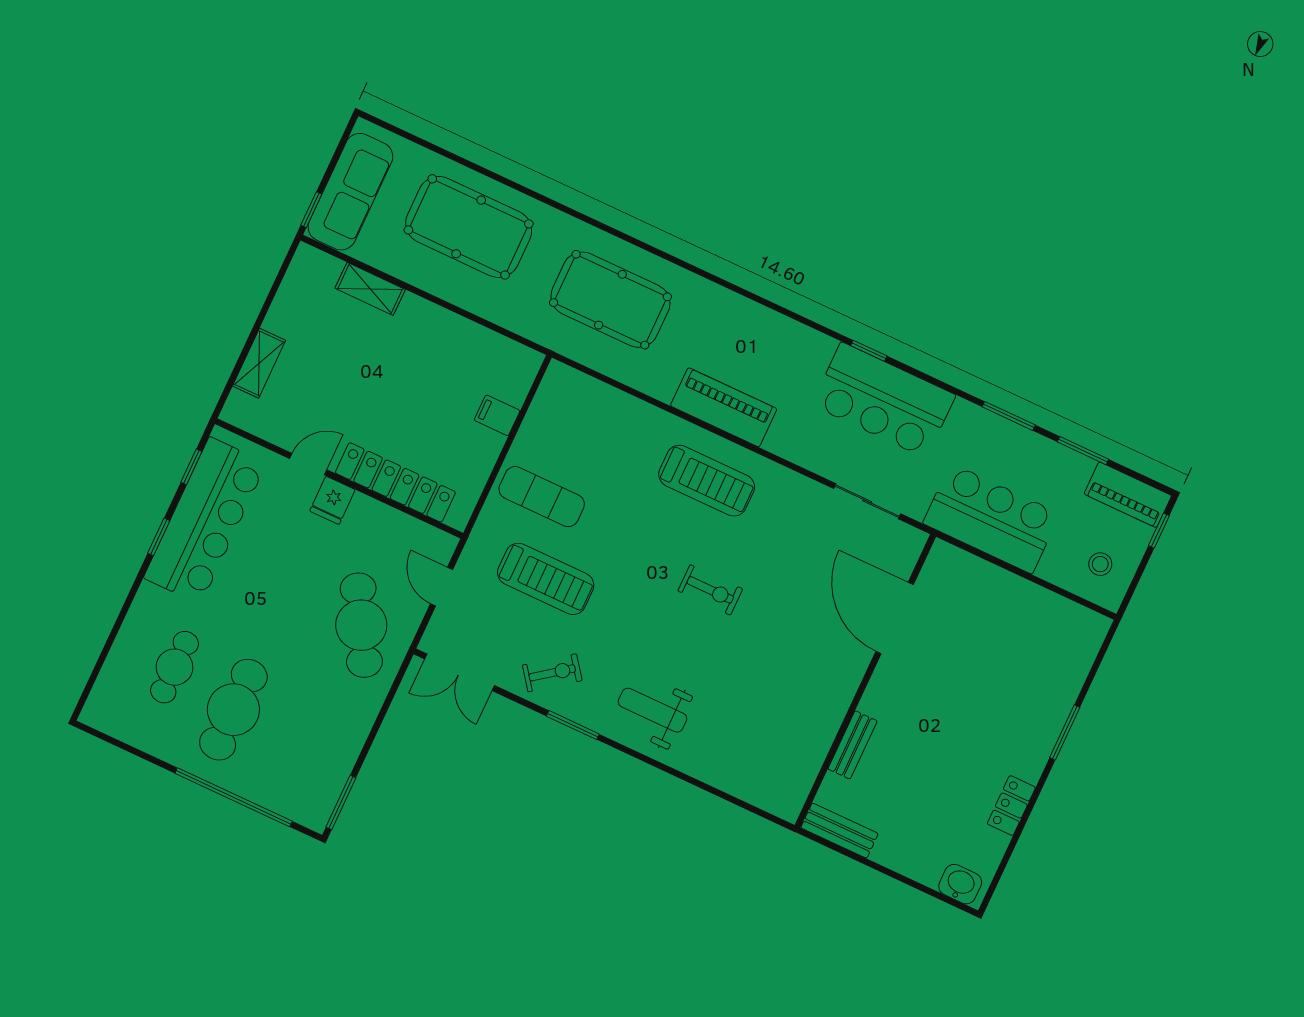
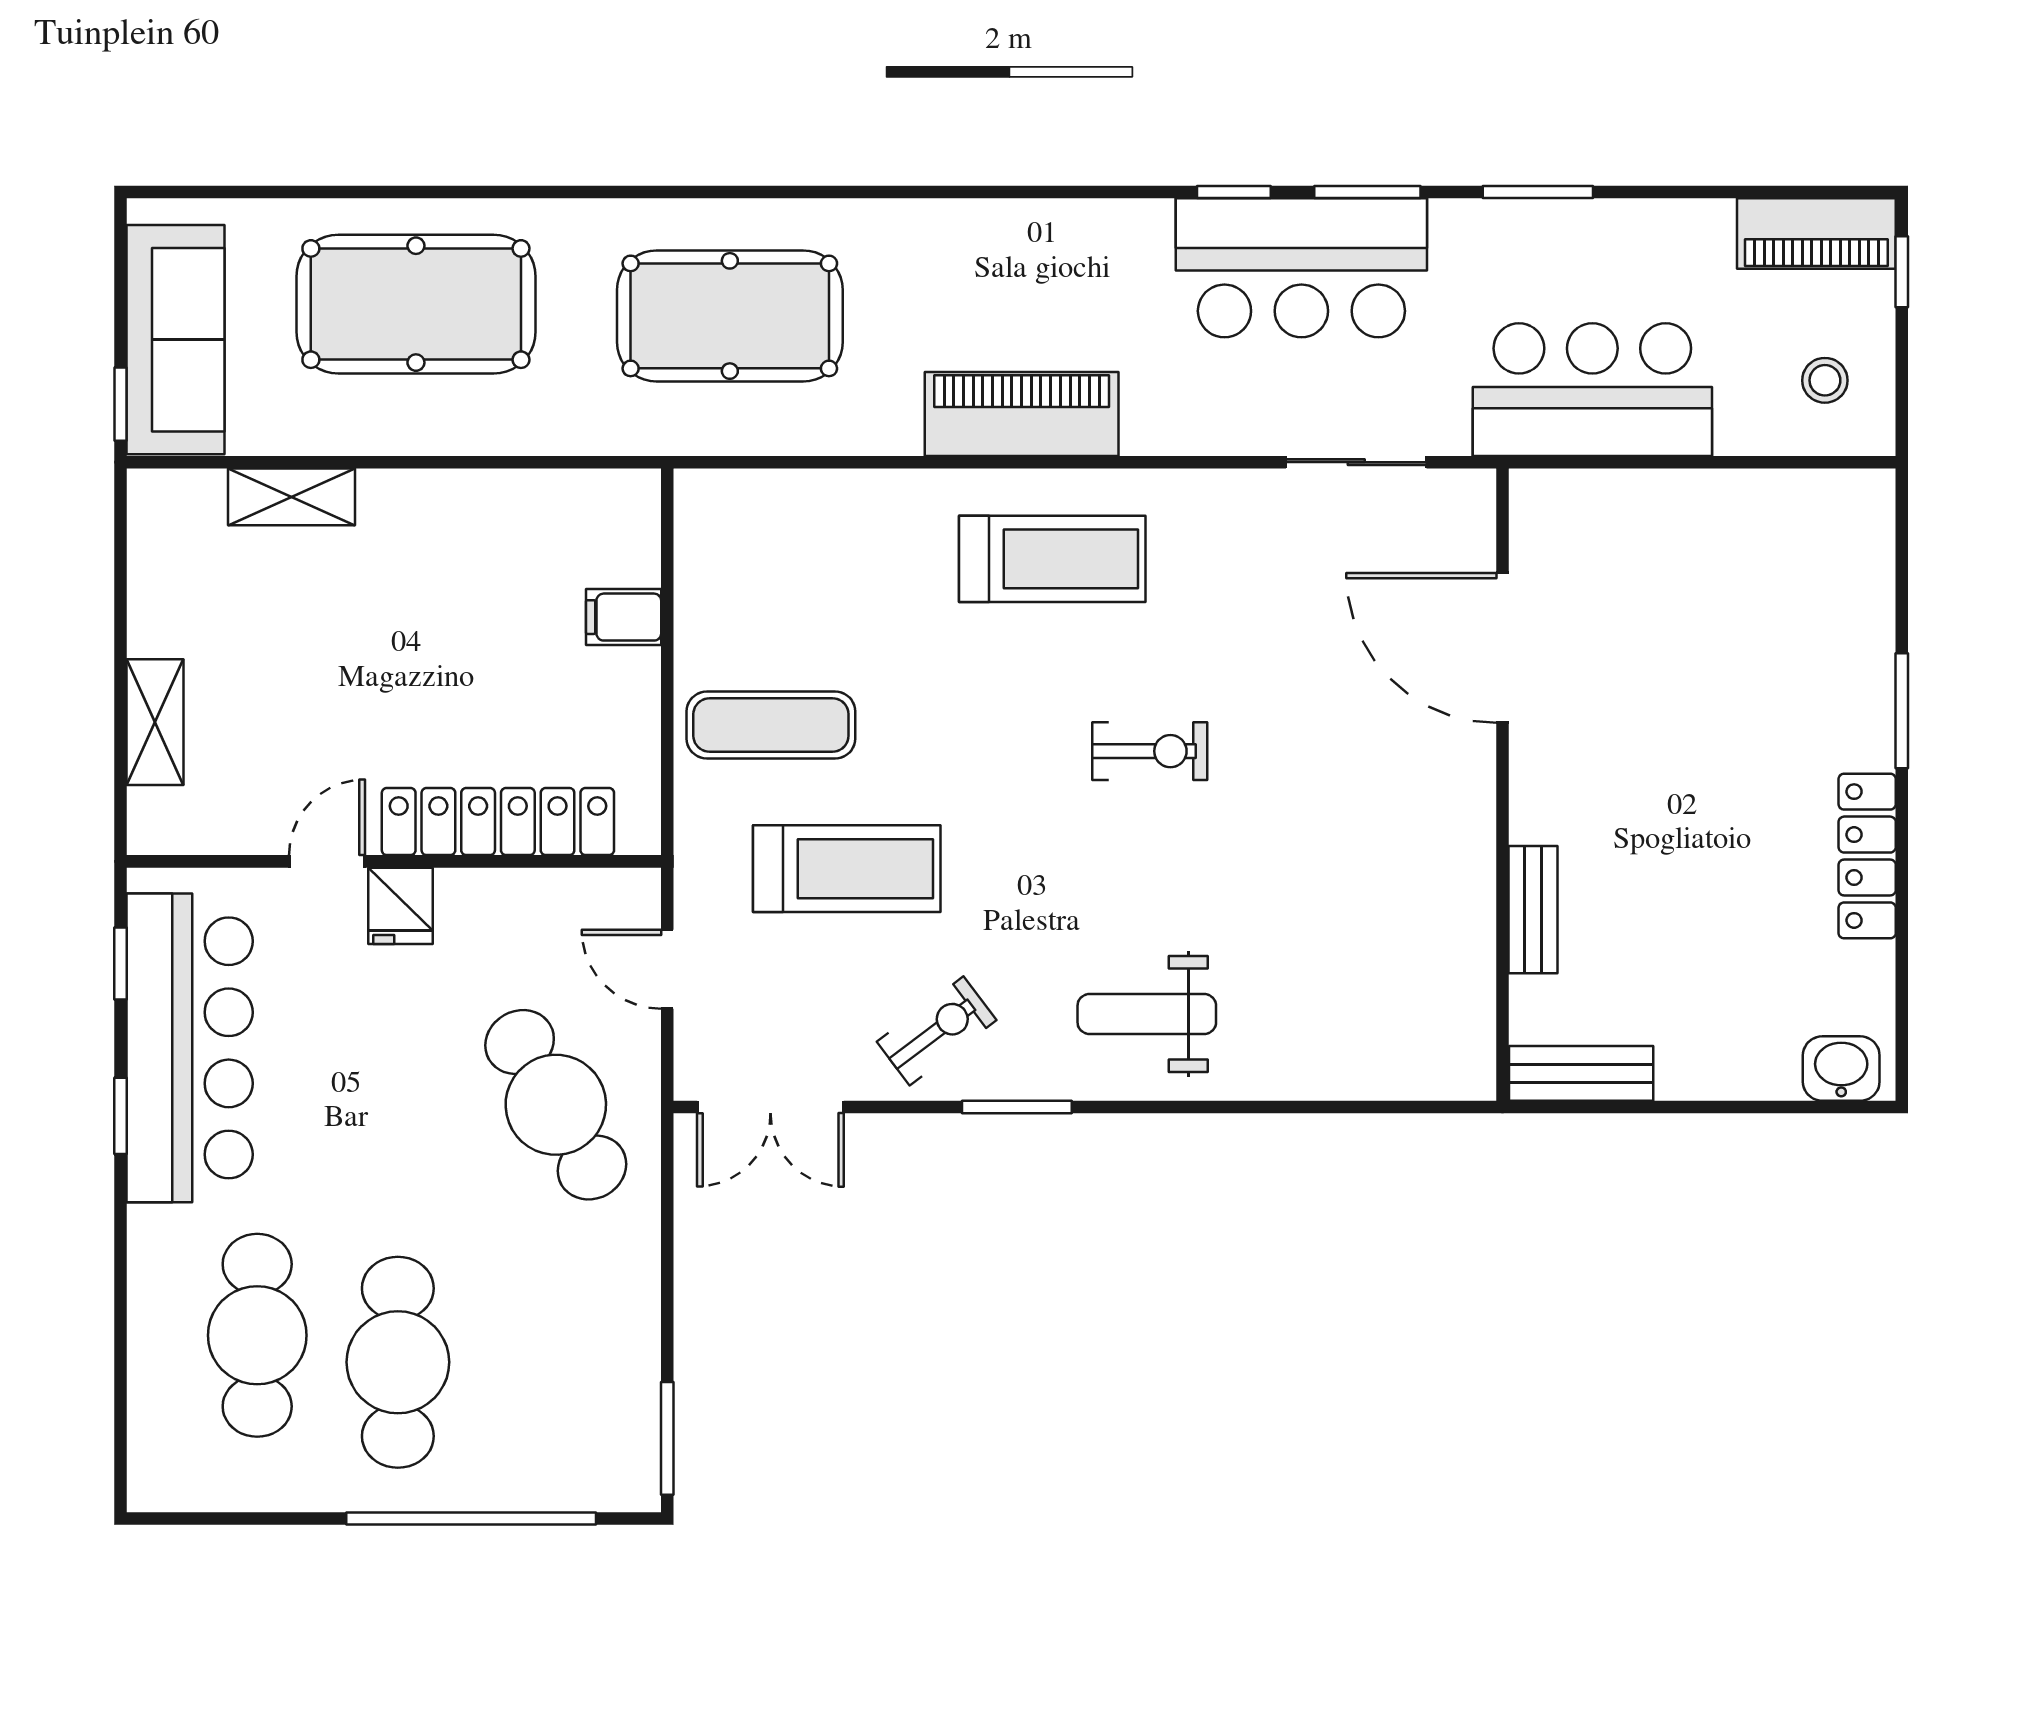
window: (1083, 451) -> (1367, 192), moved
cafe table: (175, 667) -> (257, 1335), width x1.37, depth x1.35
locker: (1011, 806) -> (1867, 856), width x1.53

